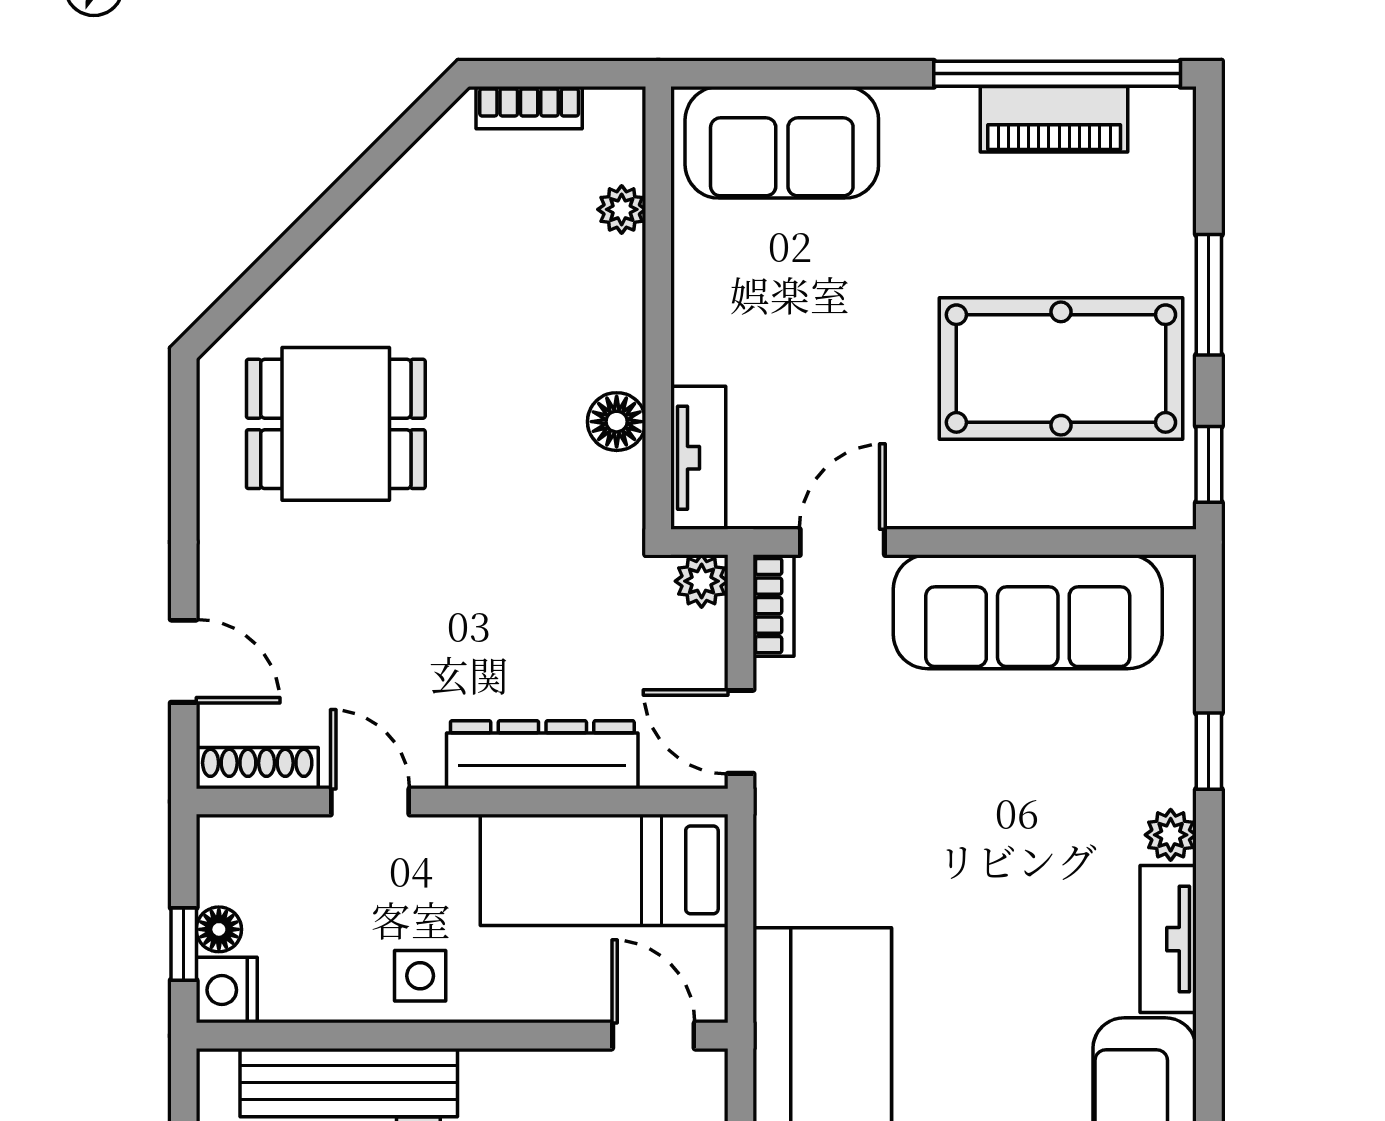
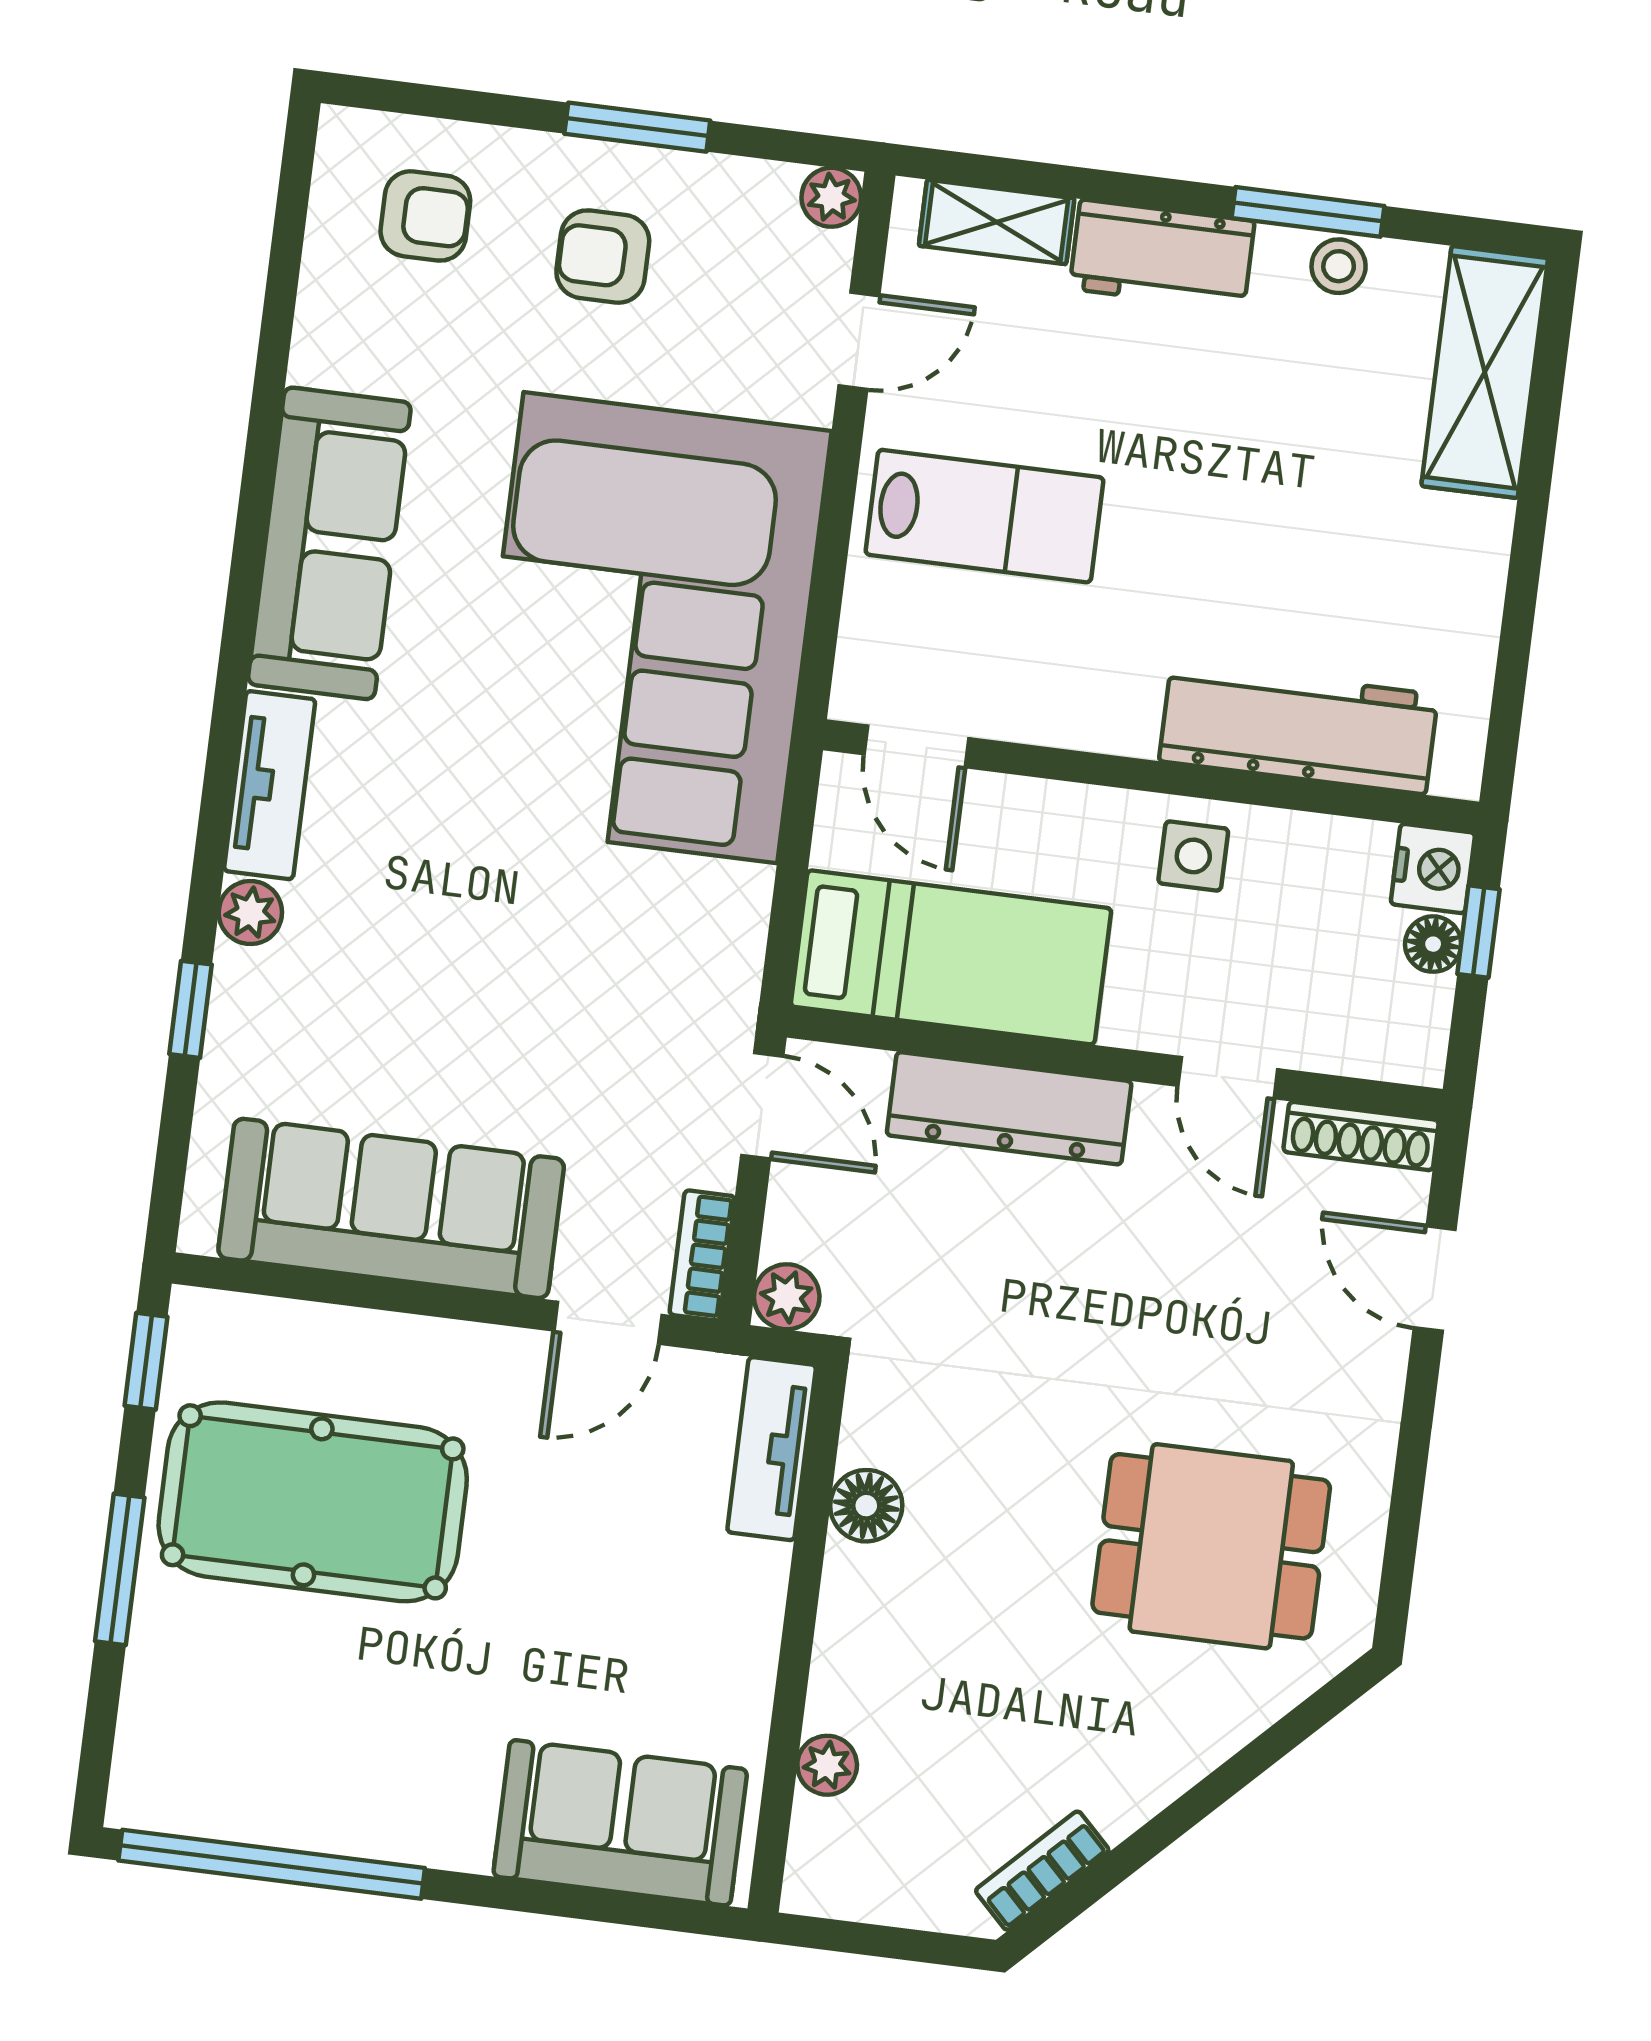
bookcase: (529, 108) -> (1042, 1871), moved, turned -45
piano: (1054, 119) -> (283, 1809), removed

